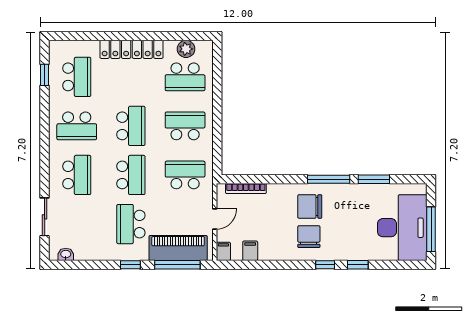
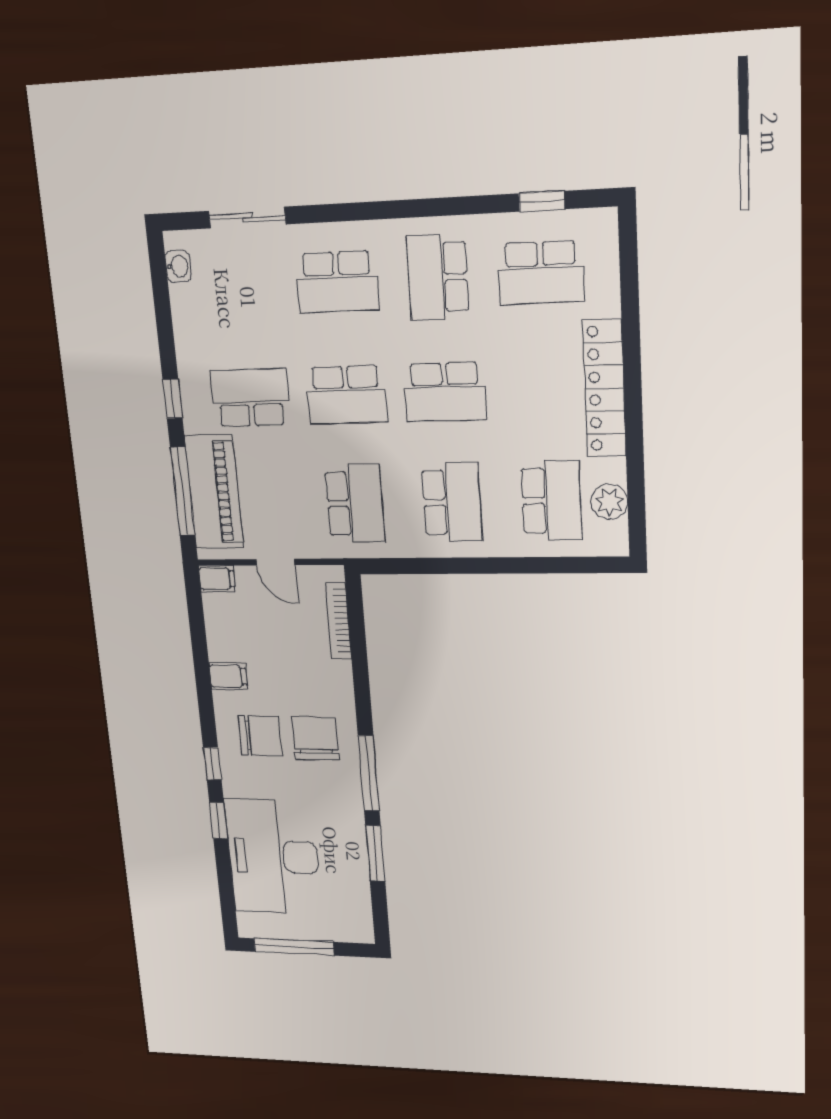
school desk: (185, 77) -> (552, 501), turned 180
desk: (402, 228) -> (273, 856), moved, turned 90
filing cabinet: (250, 251) -> (228, 676), moved

